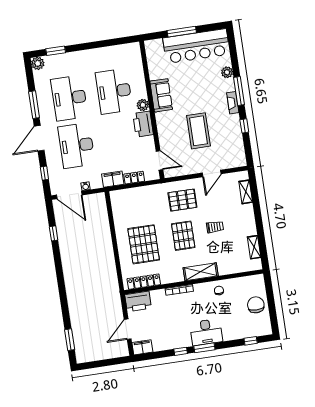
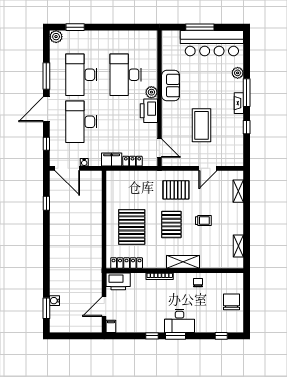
water cooler: (77, 331) -> (55, 301), added
filing cabinet: (142, 347) -> (111, 326), width x0.50

